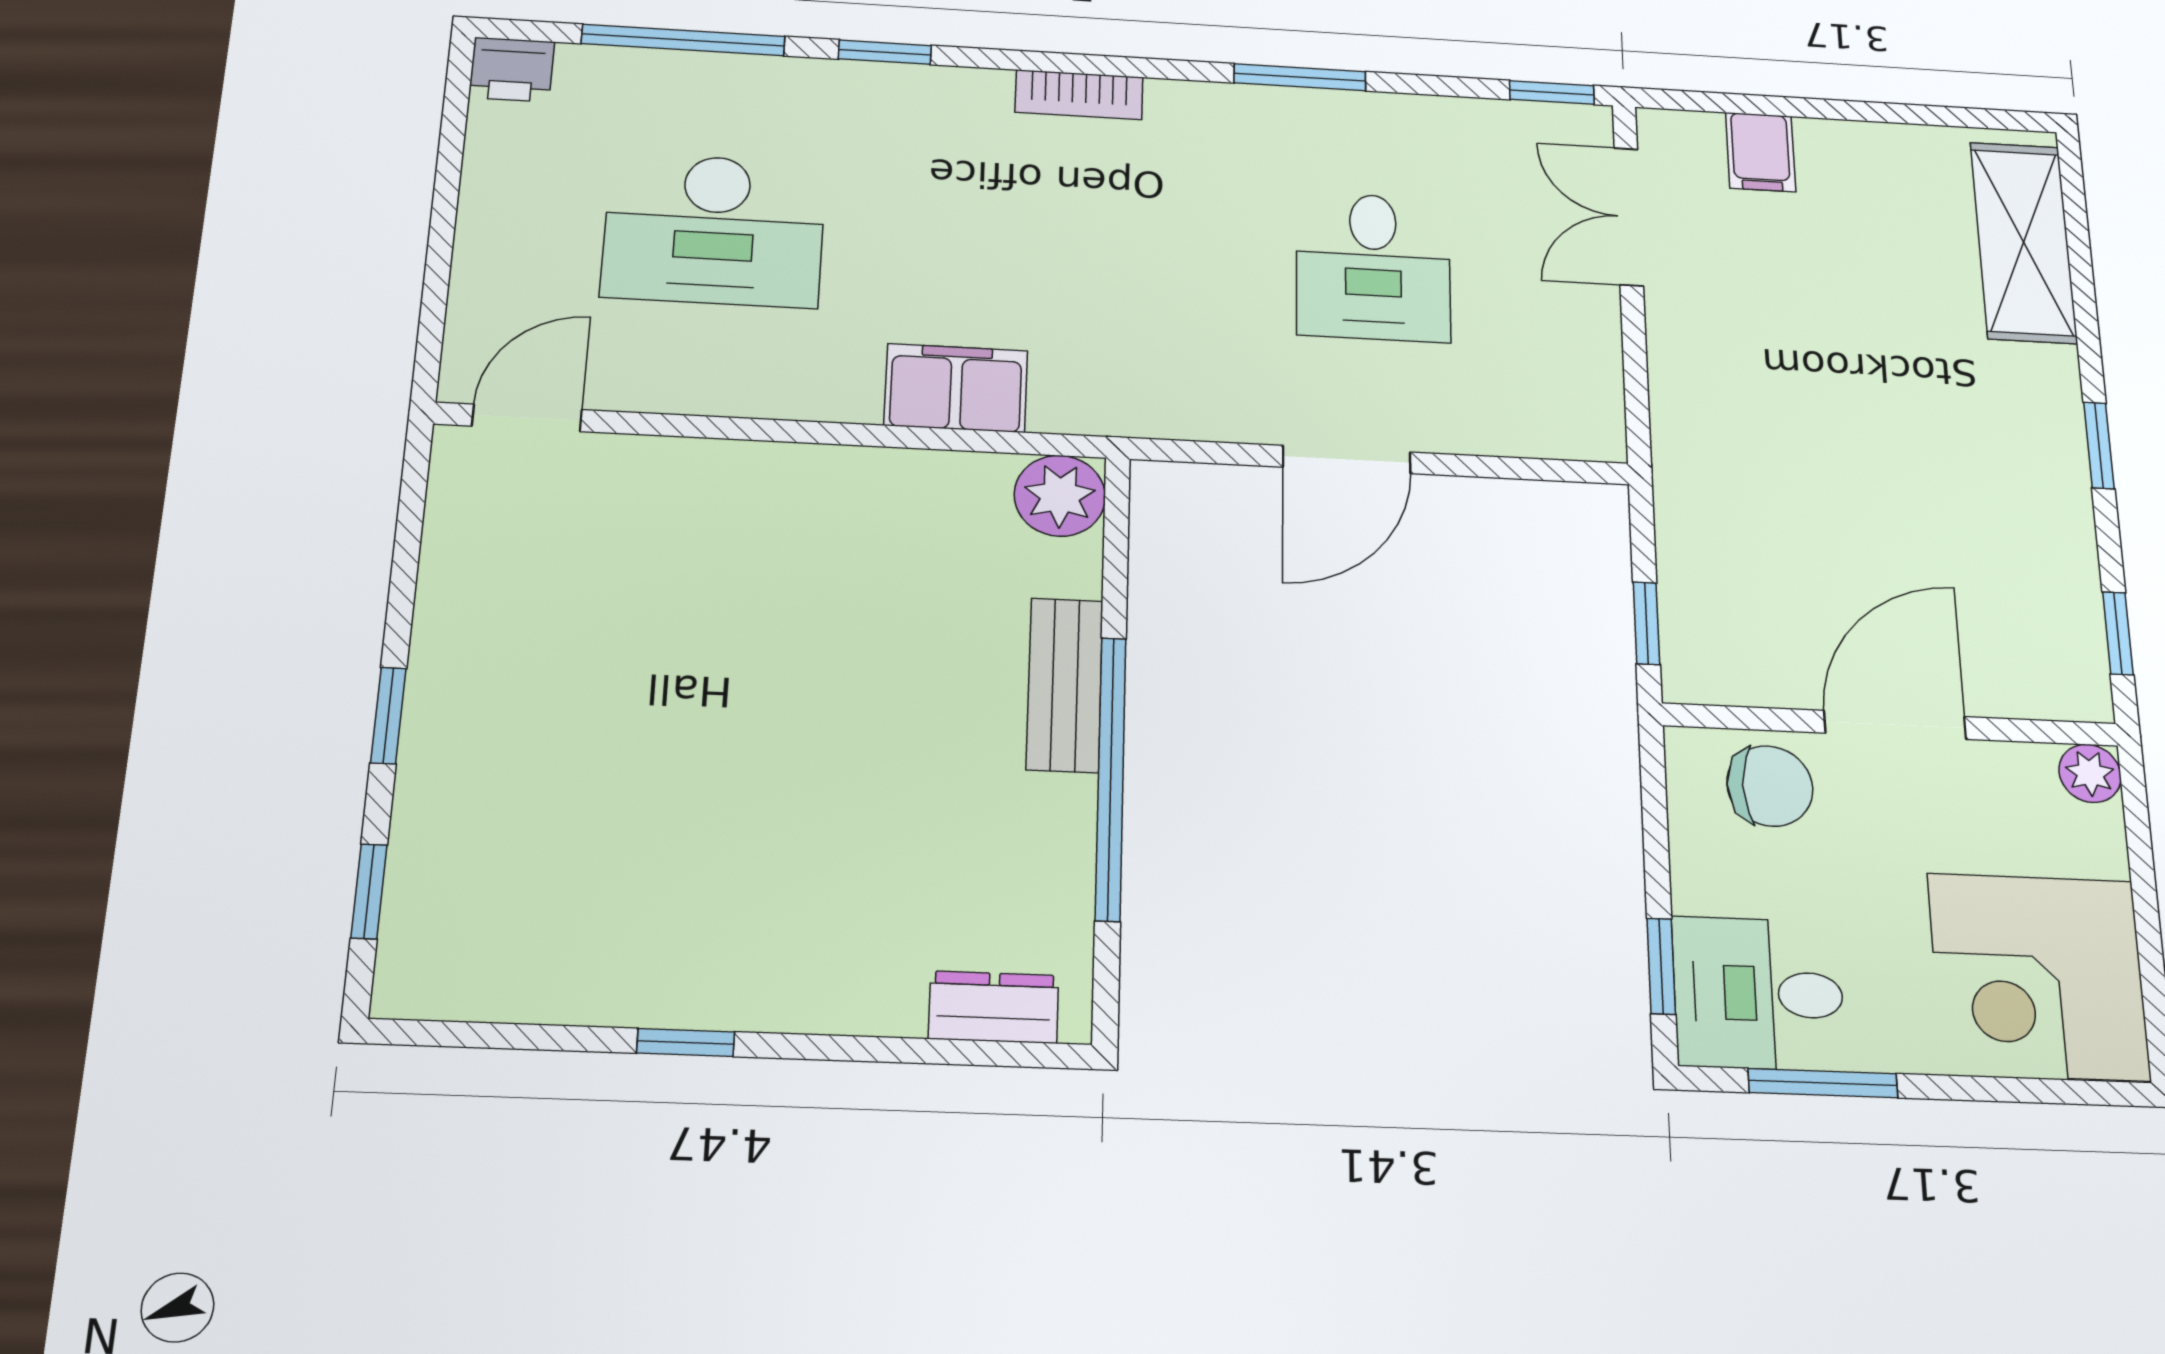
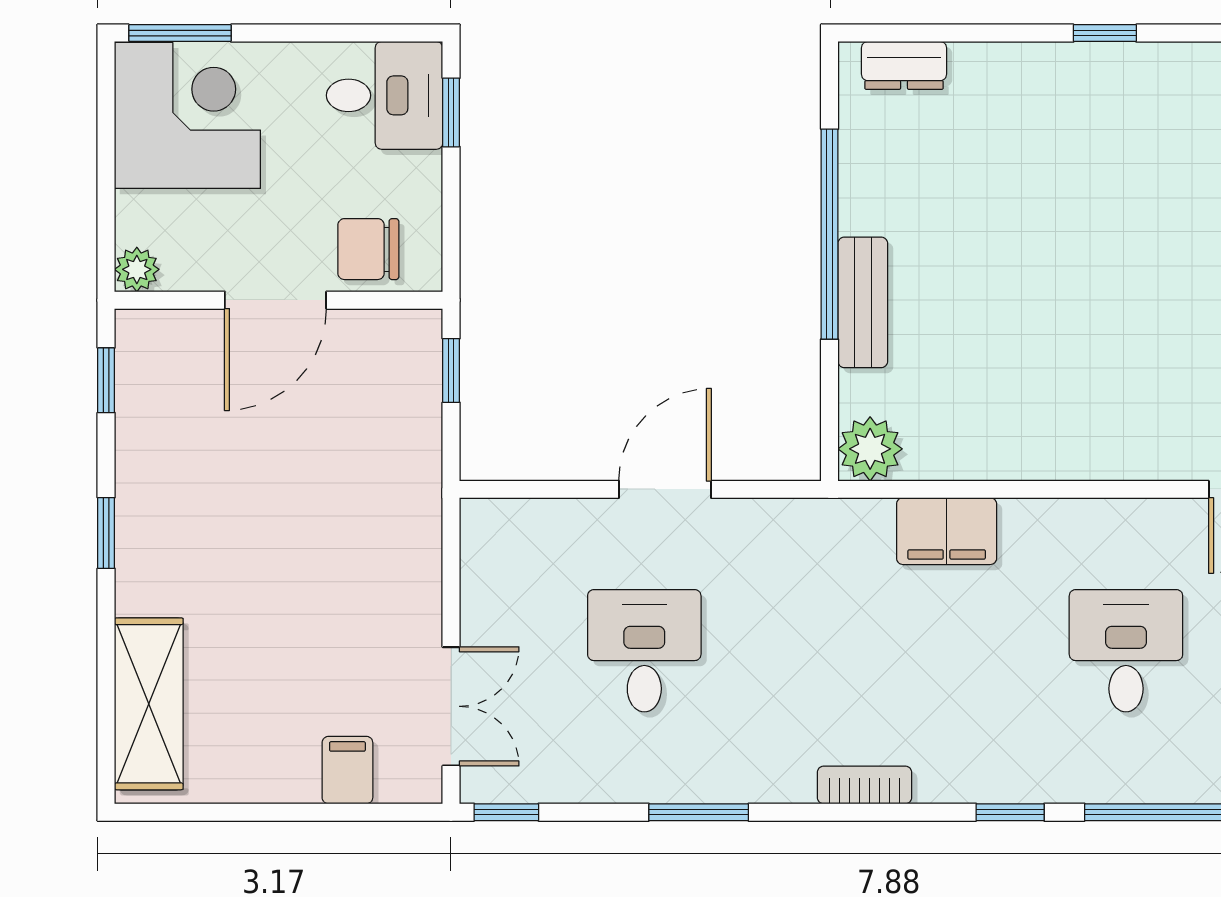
desk: (714, 230) -> (1126, 651), width x0.73
window: (1823, 1083) -> (180, 33), moved

